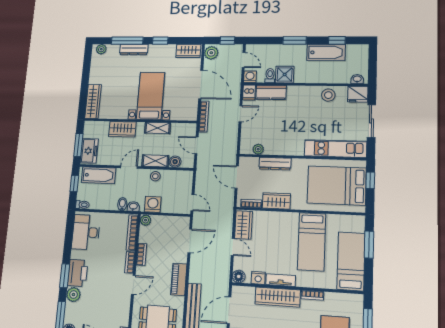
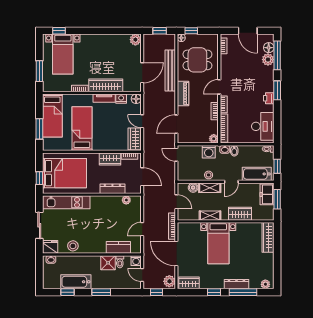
dishwasher: (249, 93) -> (136, 247), removed
printer: (78, 273) -> (269, 98), width x0.53, depth x0.68
plant: (73, 295) -> (268, 60), moved

